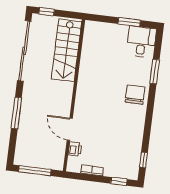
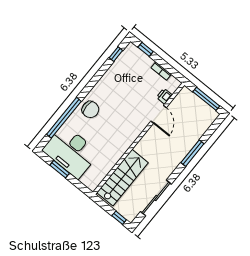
desk: (141, 42) -> (71, 152), width x1.87, depth x1.30
sliding door: (24, 51) -> (156, 198), width x0.73
window: (155, 72) -> (64, 118), width x2.11
chair: (135, 94) -> (90, 109), turned -90

